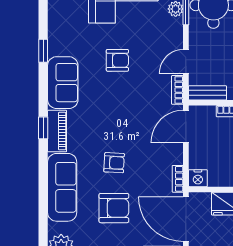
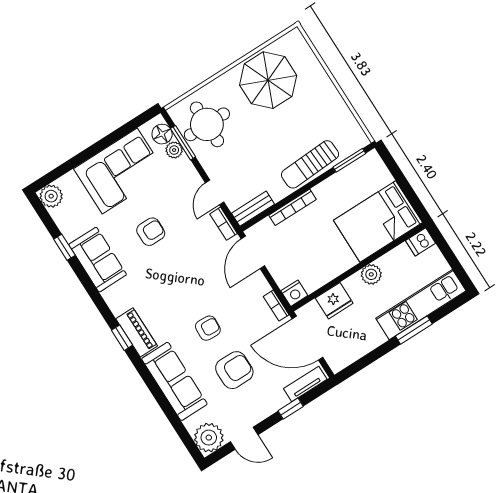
window: (43, 51) -> (64, 247), moved
sofa: (63, 83) -> (98, 260), moved

